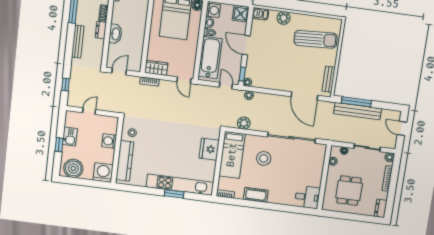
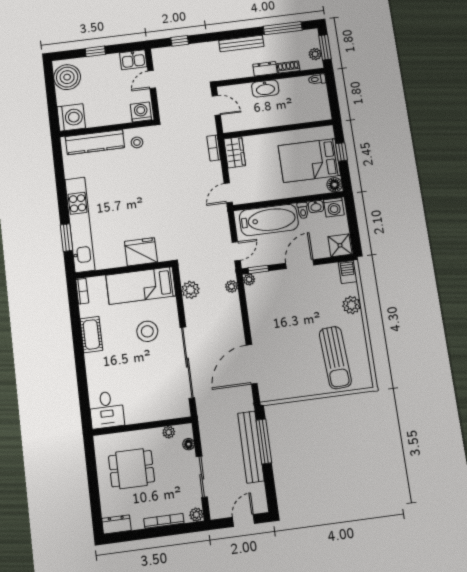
bench: (329, 79) -> (285, 392), removed
door: (89, 111) -> (152, 79), swing flipped
kitchen sink: (70, 136) -> (133, 60), moved
washing machine: (109, 141) -> (141, 112), moved
window: (174, 194) -> (67, 238), moved

